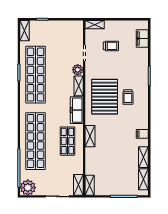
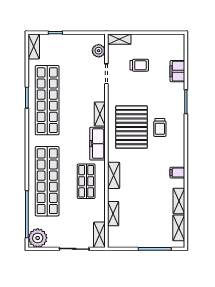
filing cabinet: (142, 39) -> (177, 71), moved
plant: (78, 70) -> (99, 51), moved
shelving: (90, 185) -> (113, 214), moved

